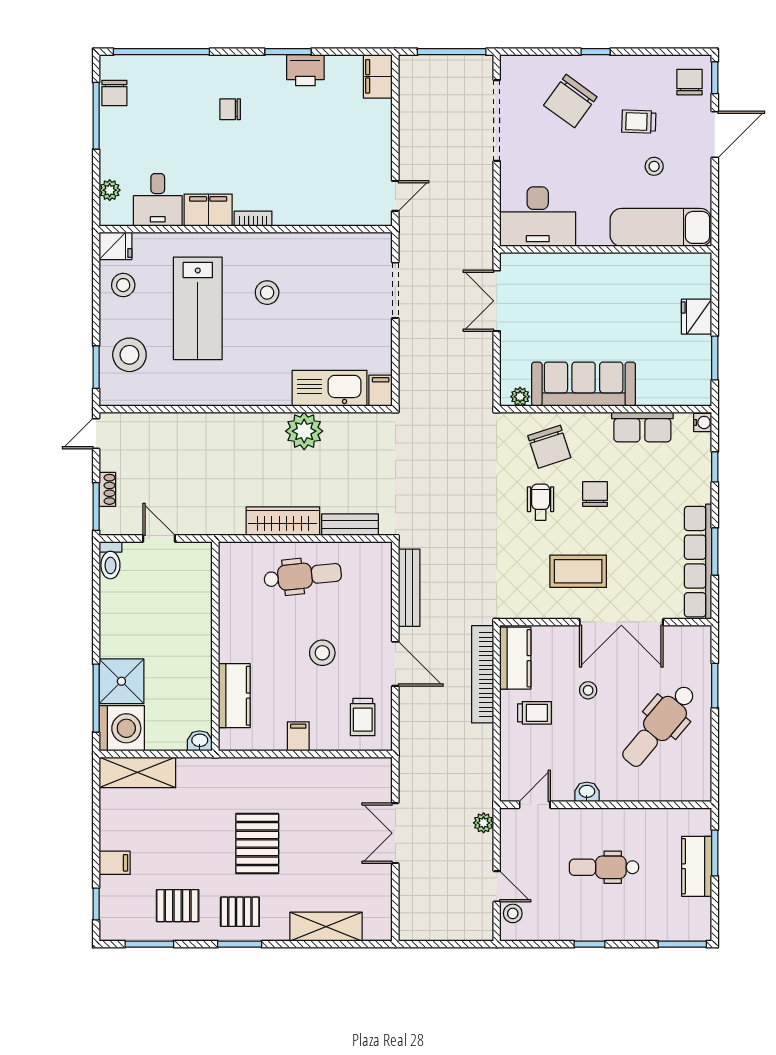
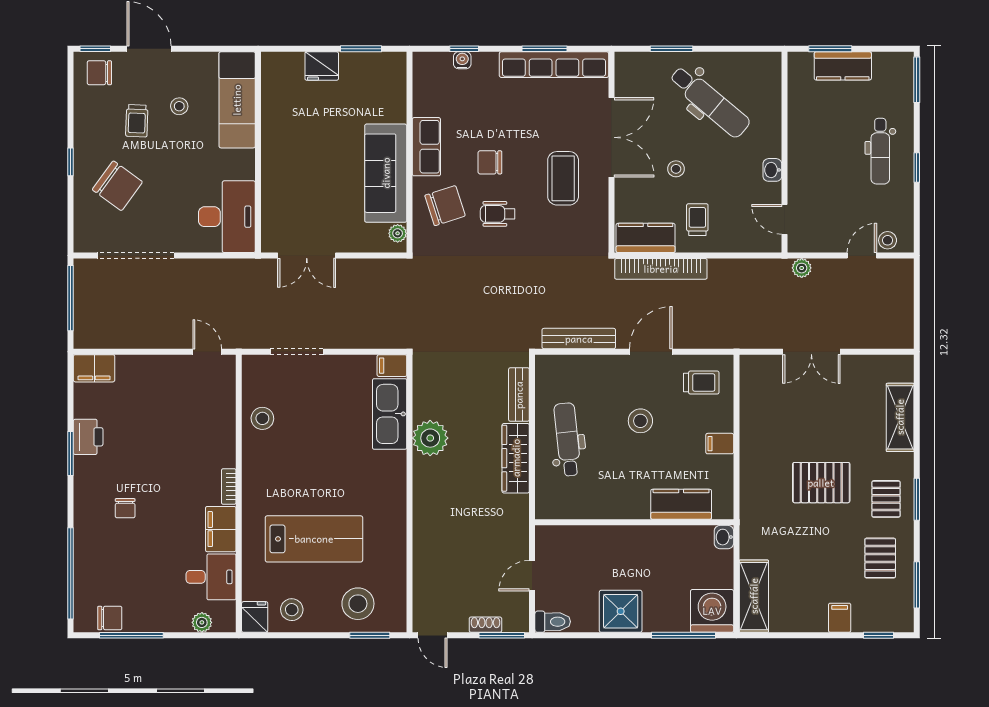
stool: (267, 293) -> (262, 418), moved
water cooler: (703, 422) -> (462, 60), moved
row of seats: (642, 427) -> (426, 147), moved
shower: (121, 681) -> (621, 611), moved
dental chair: (604, 867) -> (880, 151), moved

